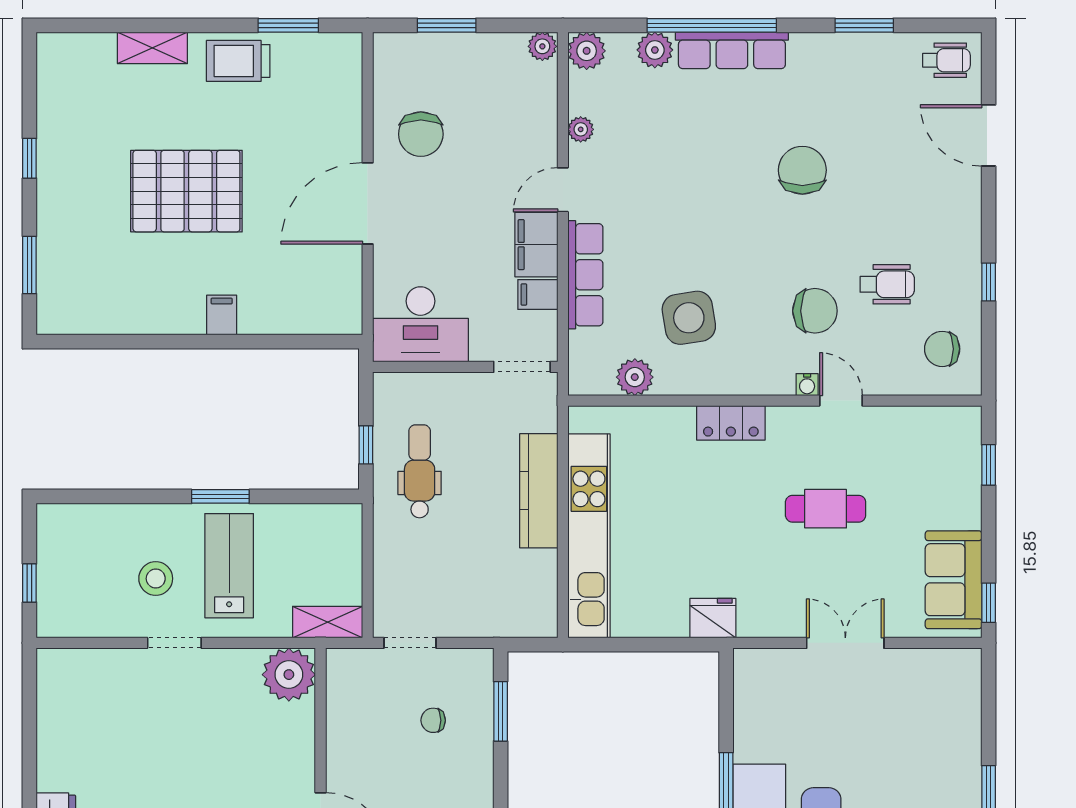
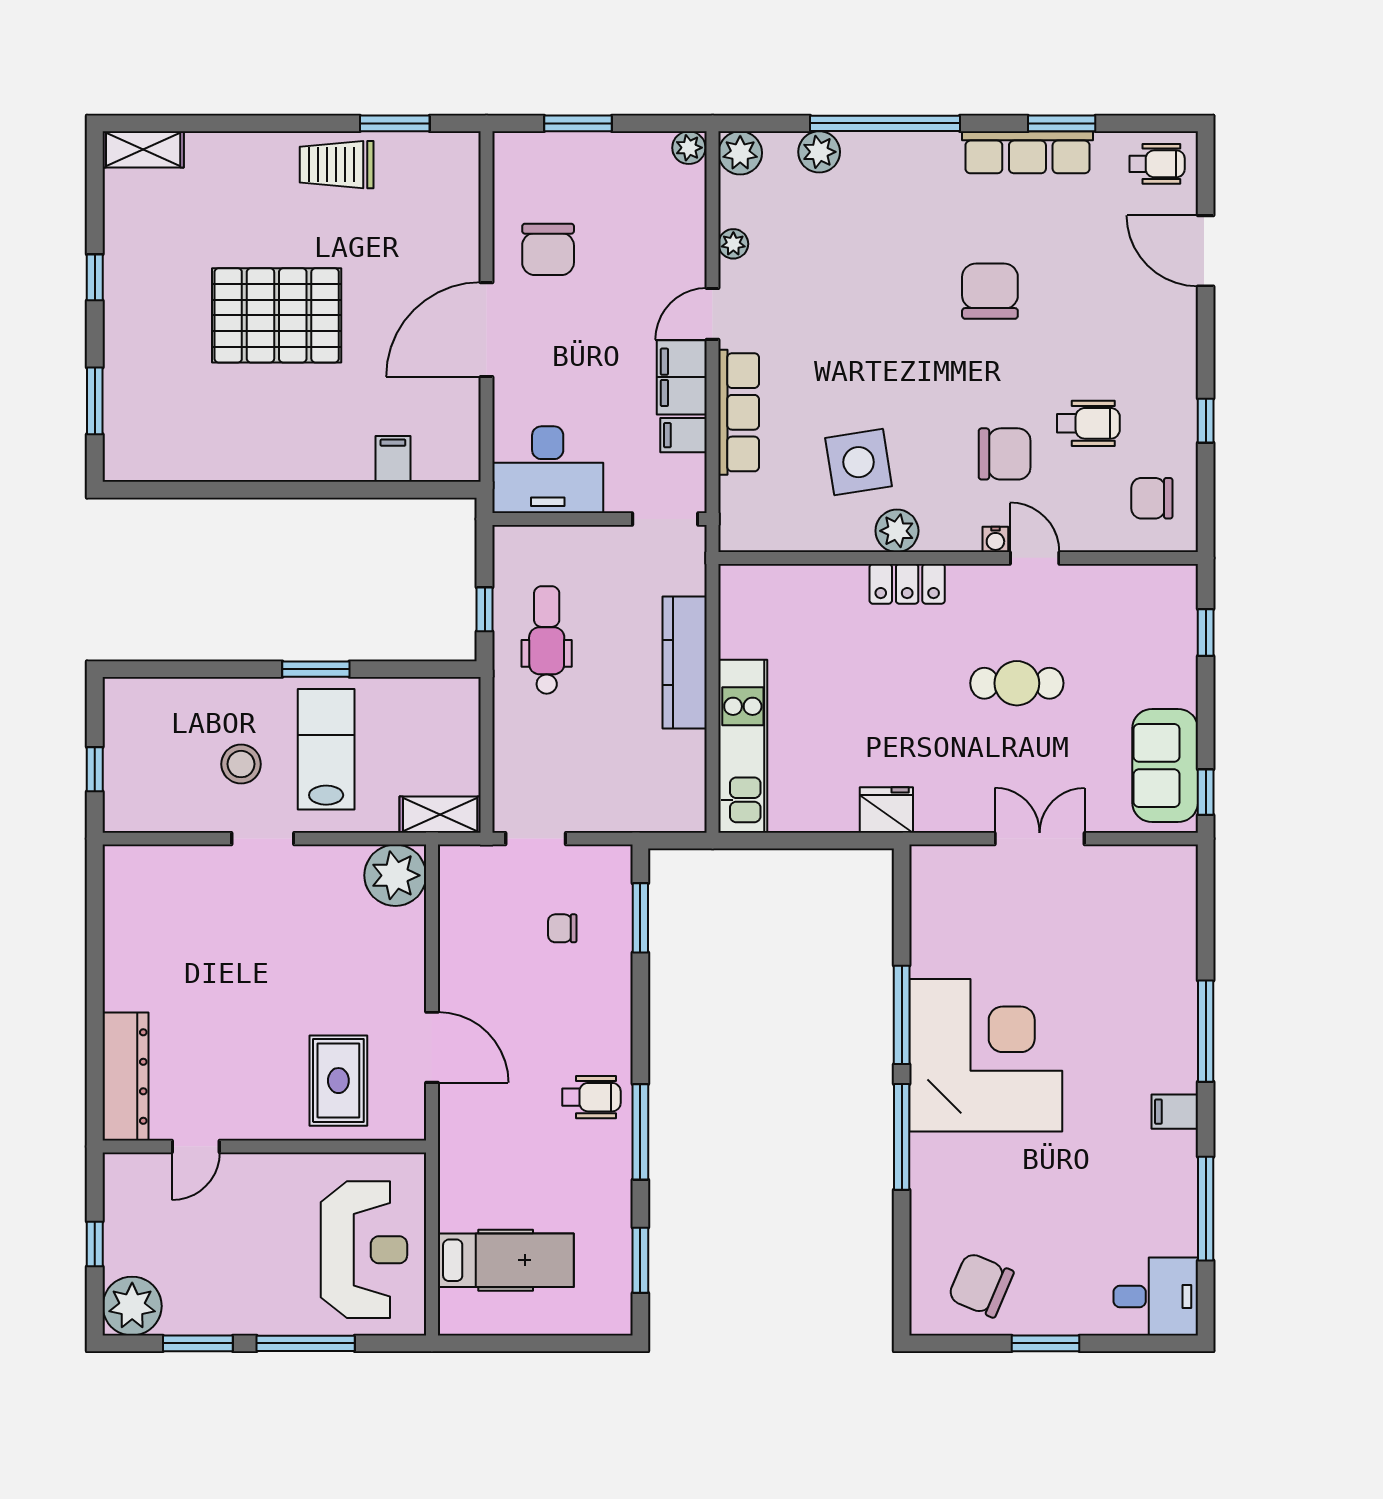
shelving: (152, 48) -> (143, 149), moved
row of seats: (732, 50) -> (1027, 152), moved
filing cabinet: (222, 315) -> (393, 459), moved
plant: (635, 377) -> (897, 531), moved
kitchen unit: (589, 536) -> (743, 746), width x0.73

